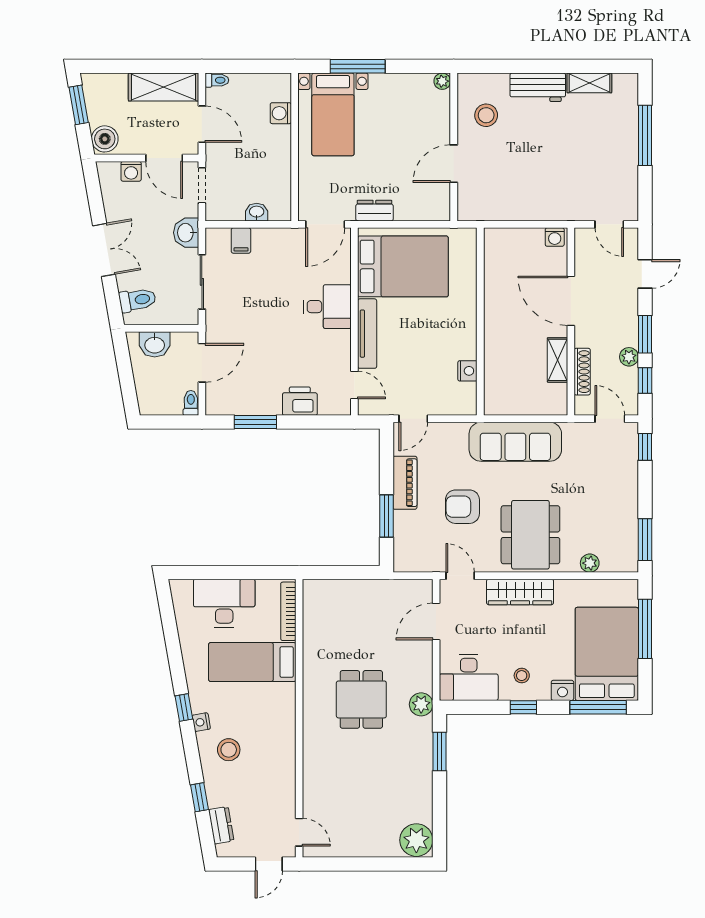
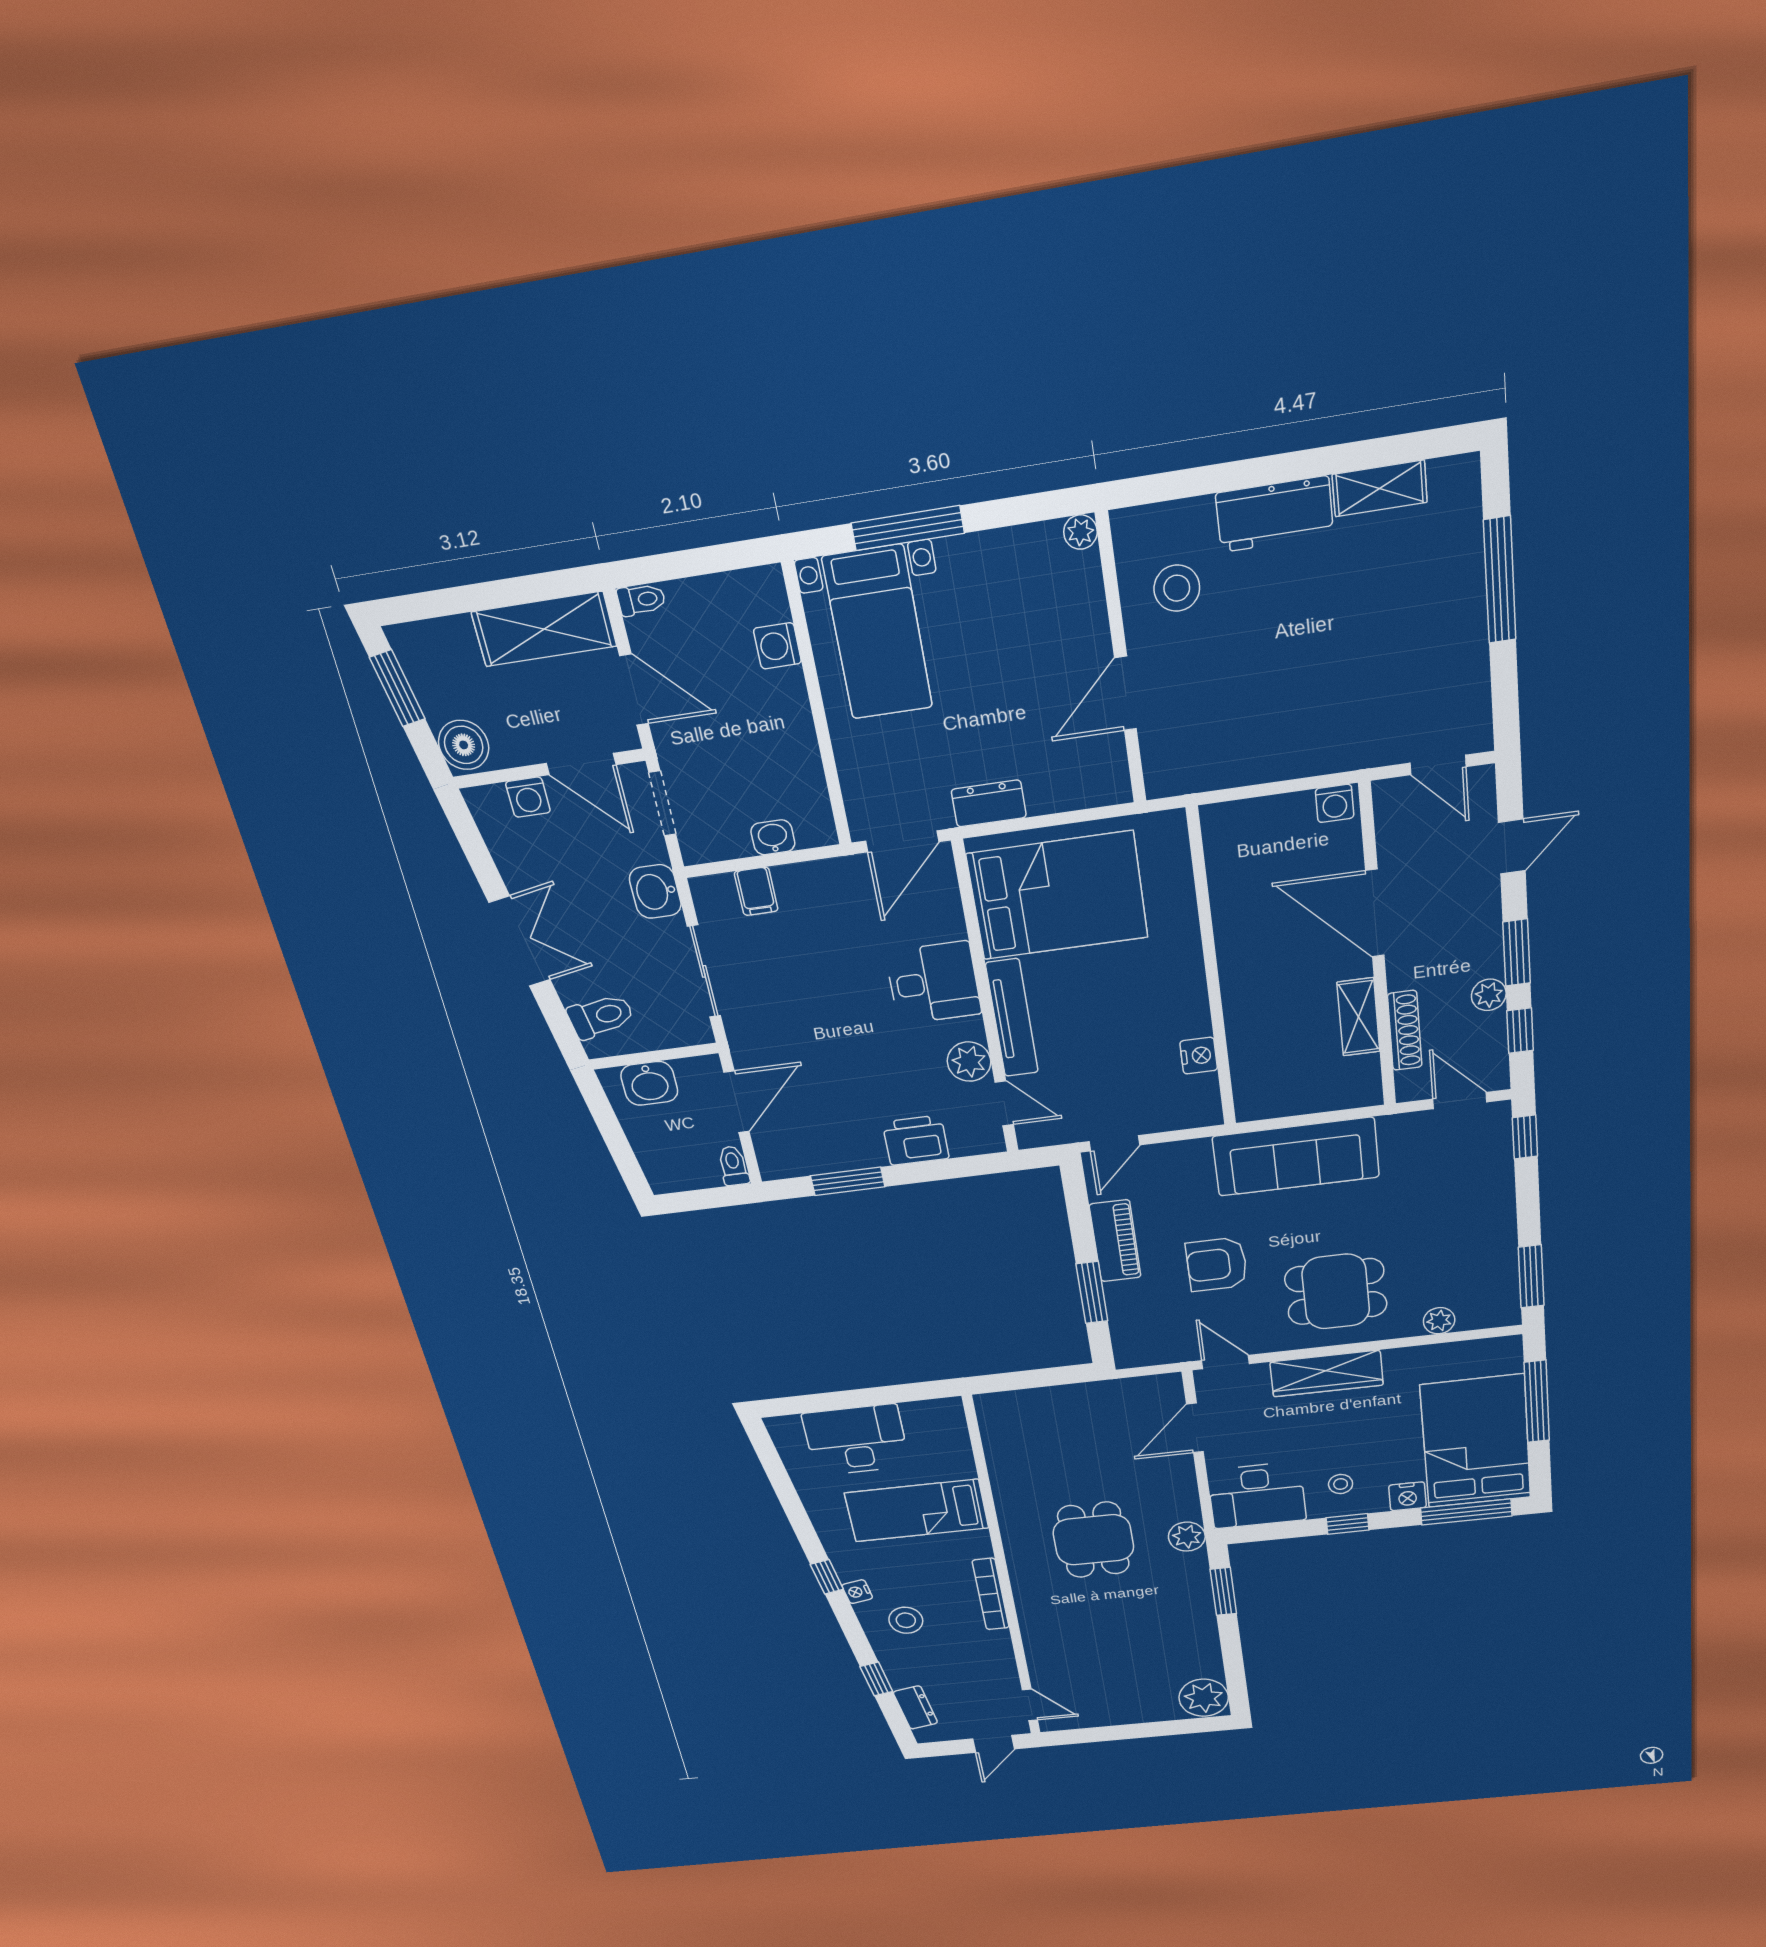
plant: (339, 356) -> (969, 1062), added
dining table: (530, 535) -> (1336, 1292), width x0.73
bookcase: (288, 611) -> (991, 1594), moved

